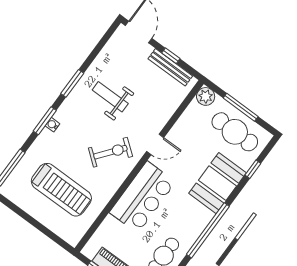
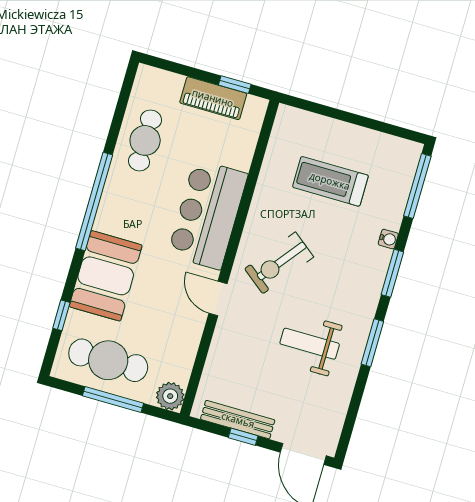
weight bench: (110, 97) -> (310, 344), turned 180
water cooler: (52, 125) -> (388, 239), moved
door: (155, 144) -> (218, 298), hinge flipped
treadmill: (61, 190) -> (330, 181), width x0.73, depth x0.73

